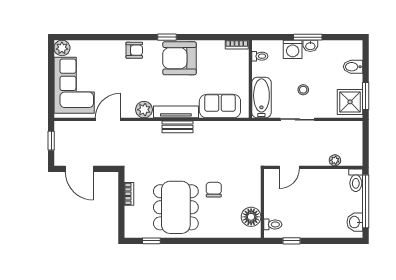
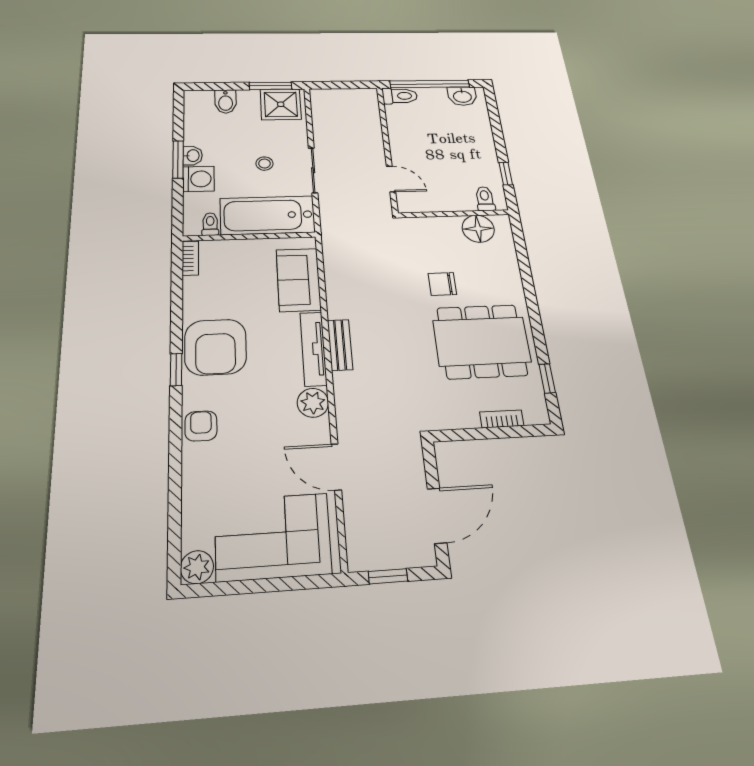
bathtub: (261, 98) -> (268, 215), width x1.36, depth x1.36
plant: (335, 160) -> (373, 121), removed
bookcase: (129, 194) -> (502, 419), moved

